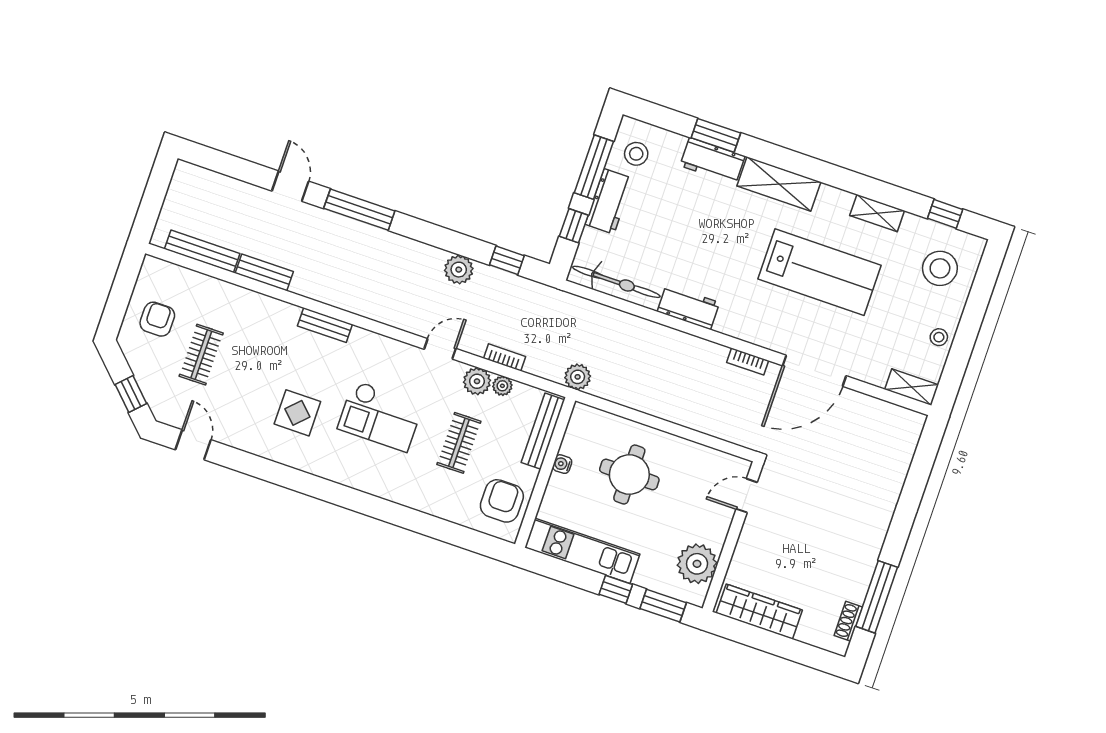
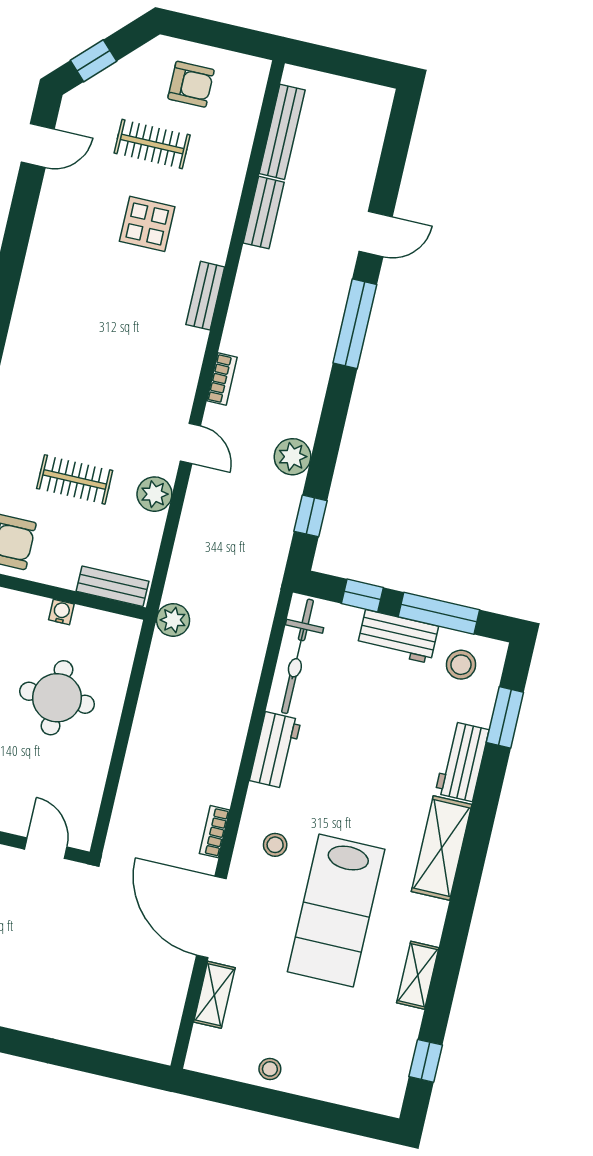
window: (716, 135) -> (505, 717), moved
stool: (940, 268) -> (275, 845), moved, width x0.53, depth x0.53
bookcase: (505, 357) -> (222, 379), moved
plant: (502, 386) -> (152, 527), removed
shelving: (912, 387) -> (214, 995), moved
display table: (297, 413) -> (147, 224), moved
checkout: (380, 416) -> (98, 377), removed
bench: (543, 431) -> (112, 586), width x0.73

